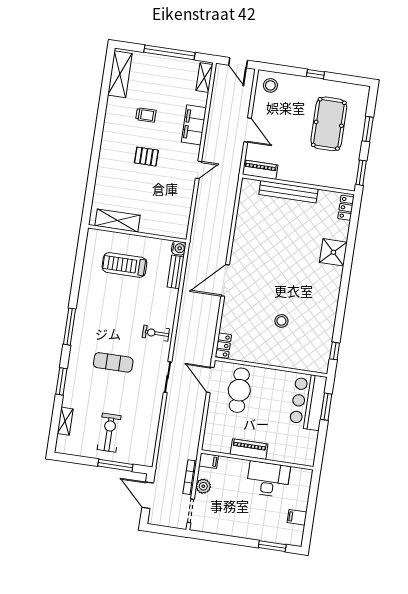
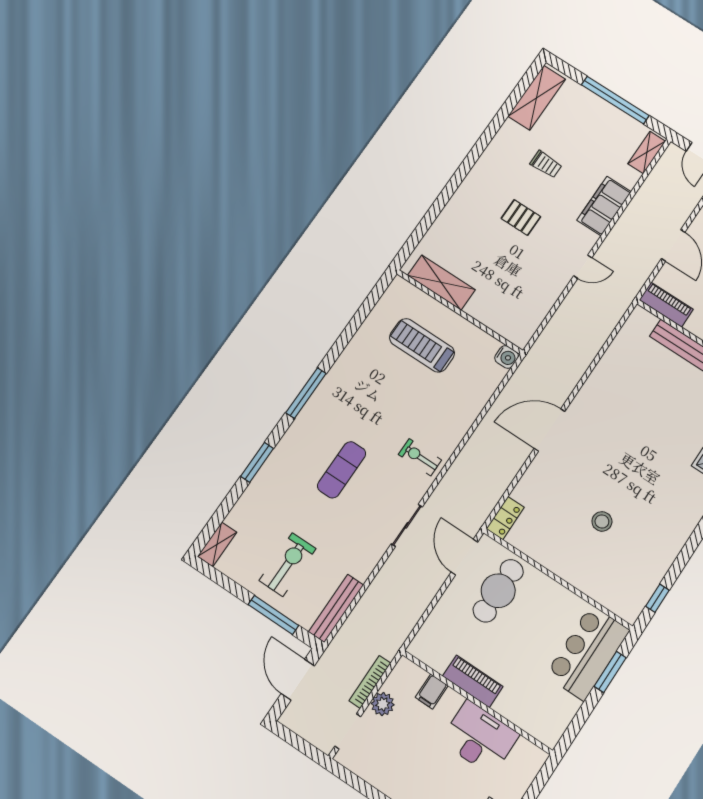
bench: (176, 272) -> (336, 608), moved, width x1.36
exercise mat: (113, 362) -> (342, 470), turned 90
shelving: (65, 421) -> (217, 544), moved
filing cabinet: (209, 461) -> (432, 692), moved, turned 90

